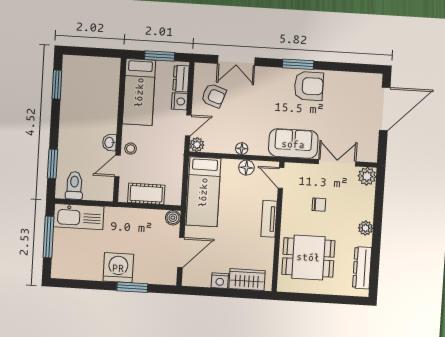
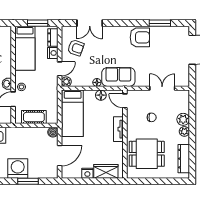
window: (298, 64) -> (160, 23), moved
sofa: (293, 144) -> (118, 77), moved
plant: (367, 176) -> (183, 119), moved

